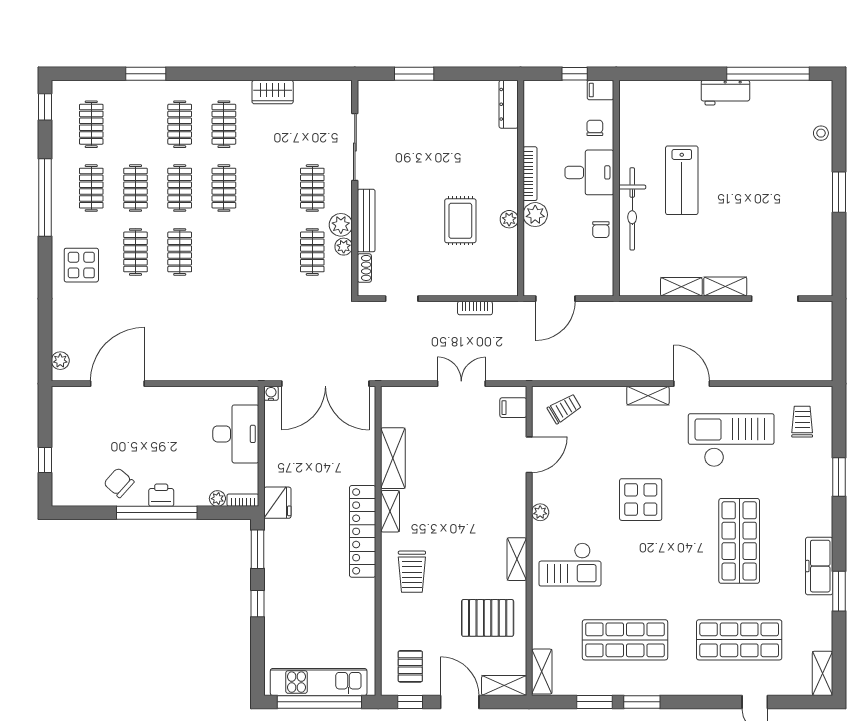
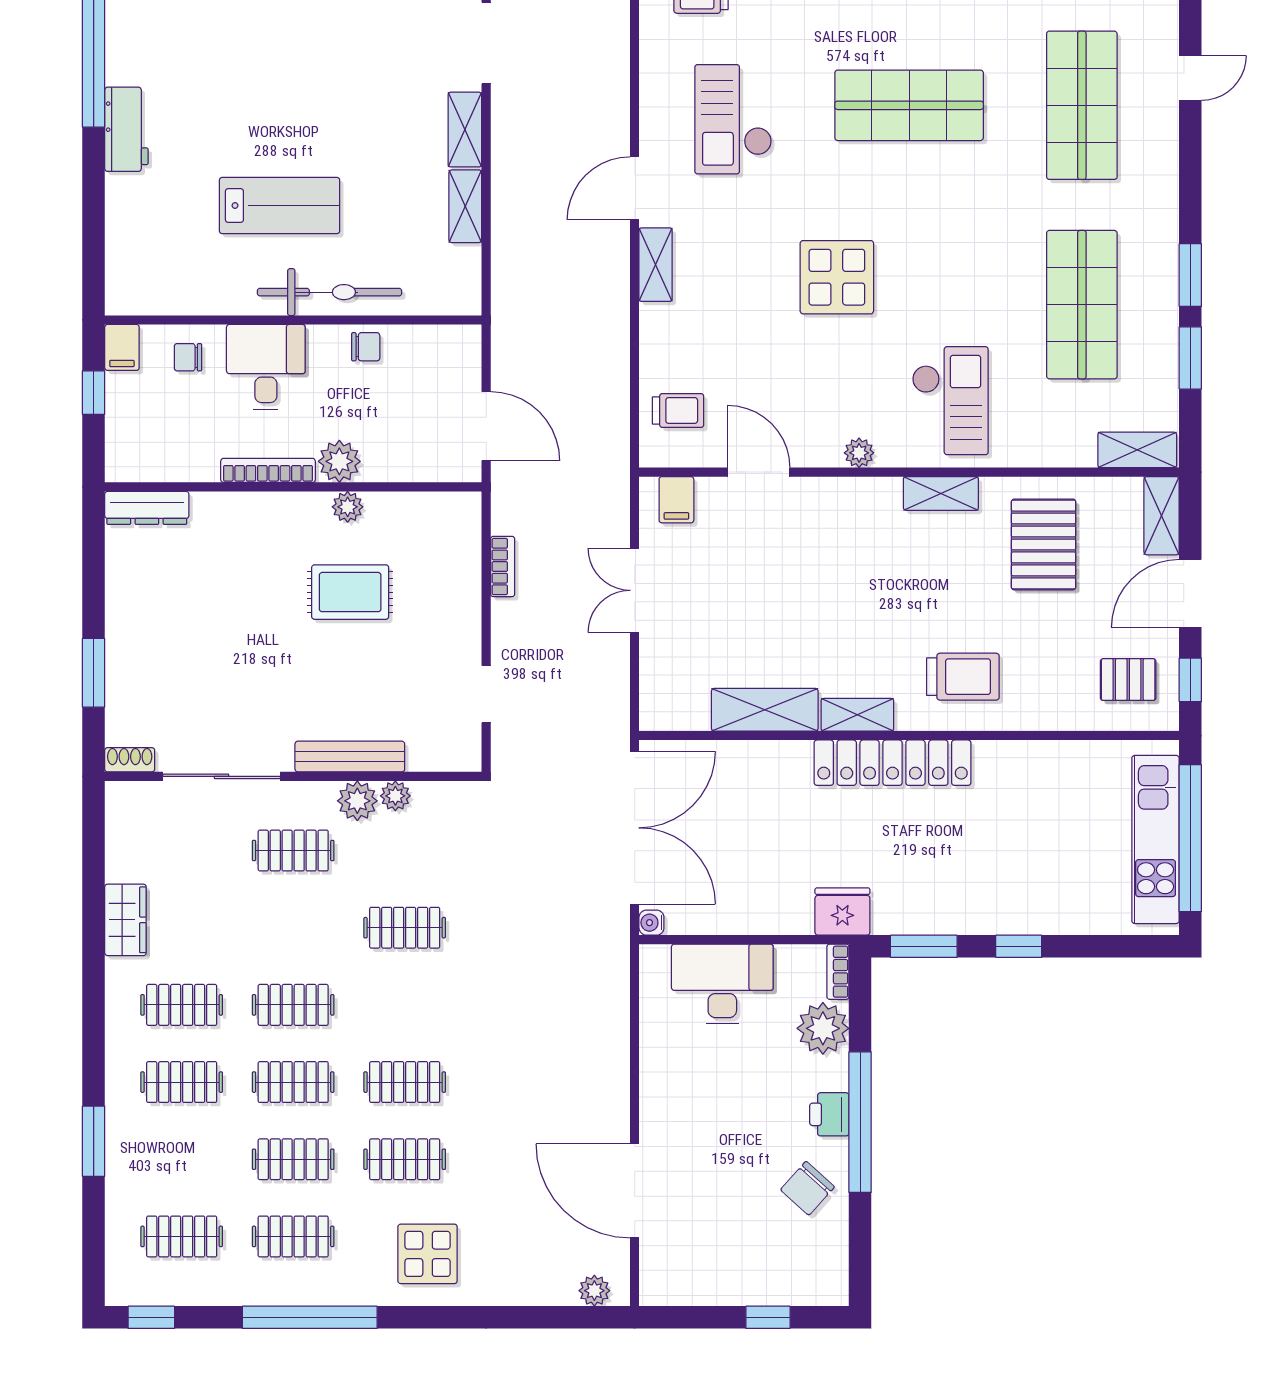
clothes rail: (312, 252) -> (405, 928), moved
shoe rack: (364, 268) -> (130, 760), moved
trolley: (564, 409) -> (678, 410), turned 121
checkout: (731, 440) -> (733, 119), width x0.73, depth x0.83
plant: (217, 499) -> (823, 1028), width x1.87, depth x1.87

